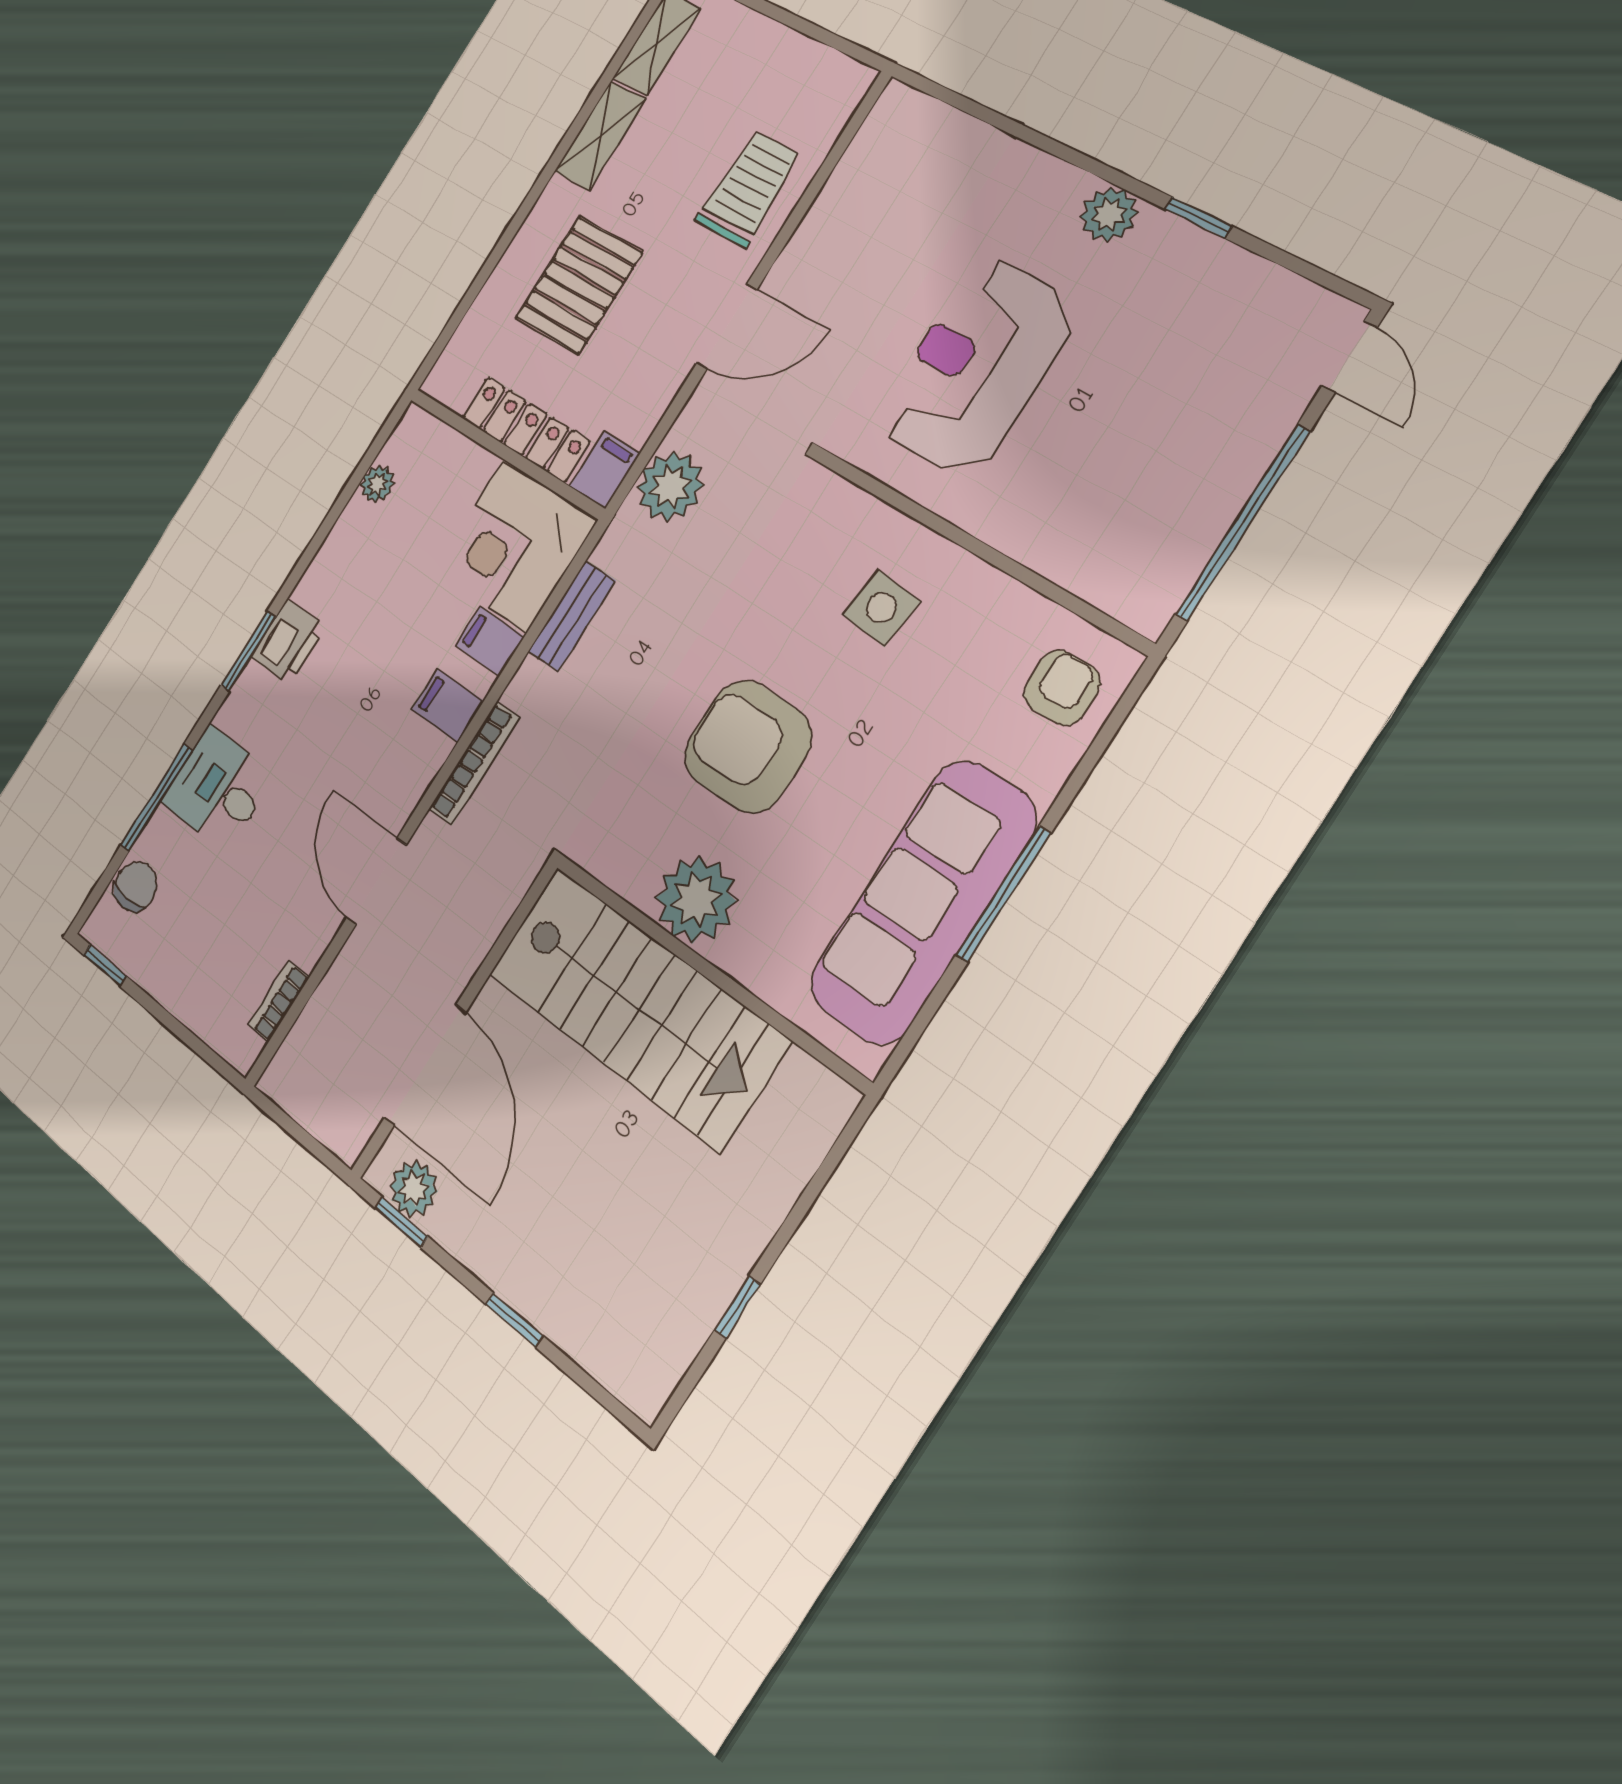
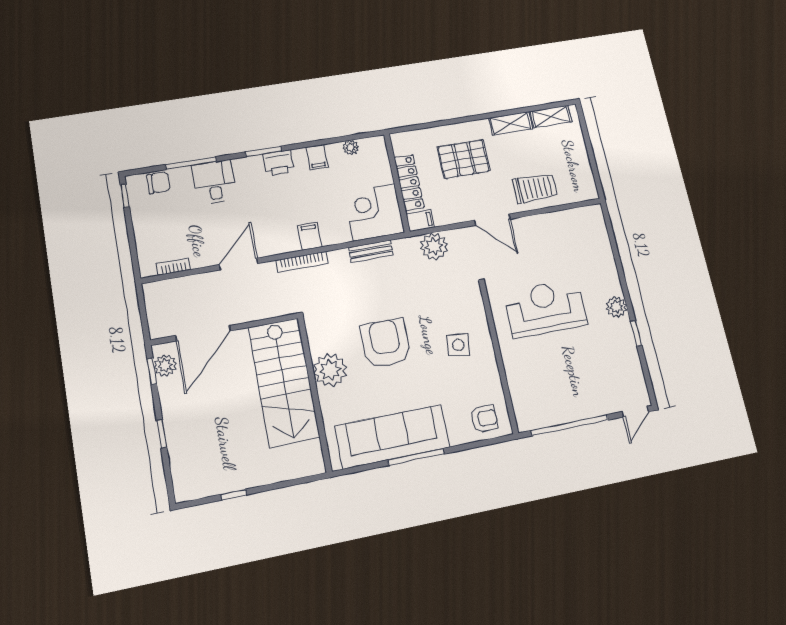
filing cabinet: (490, 641) -> (317, 157), moved, turned 180

